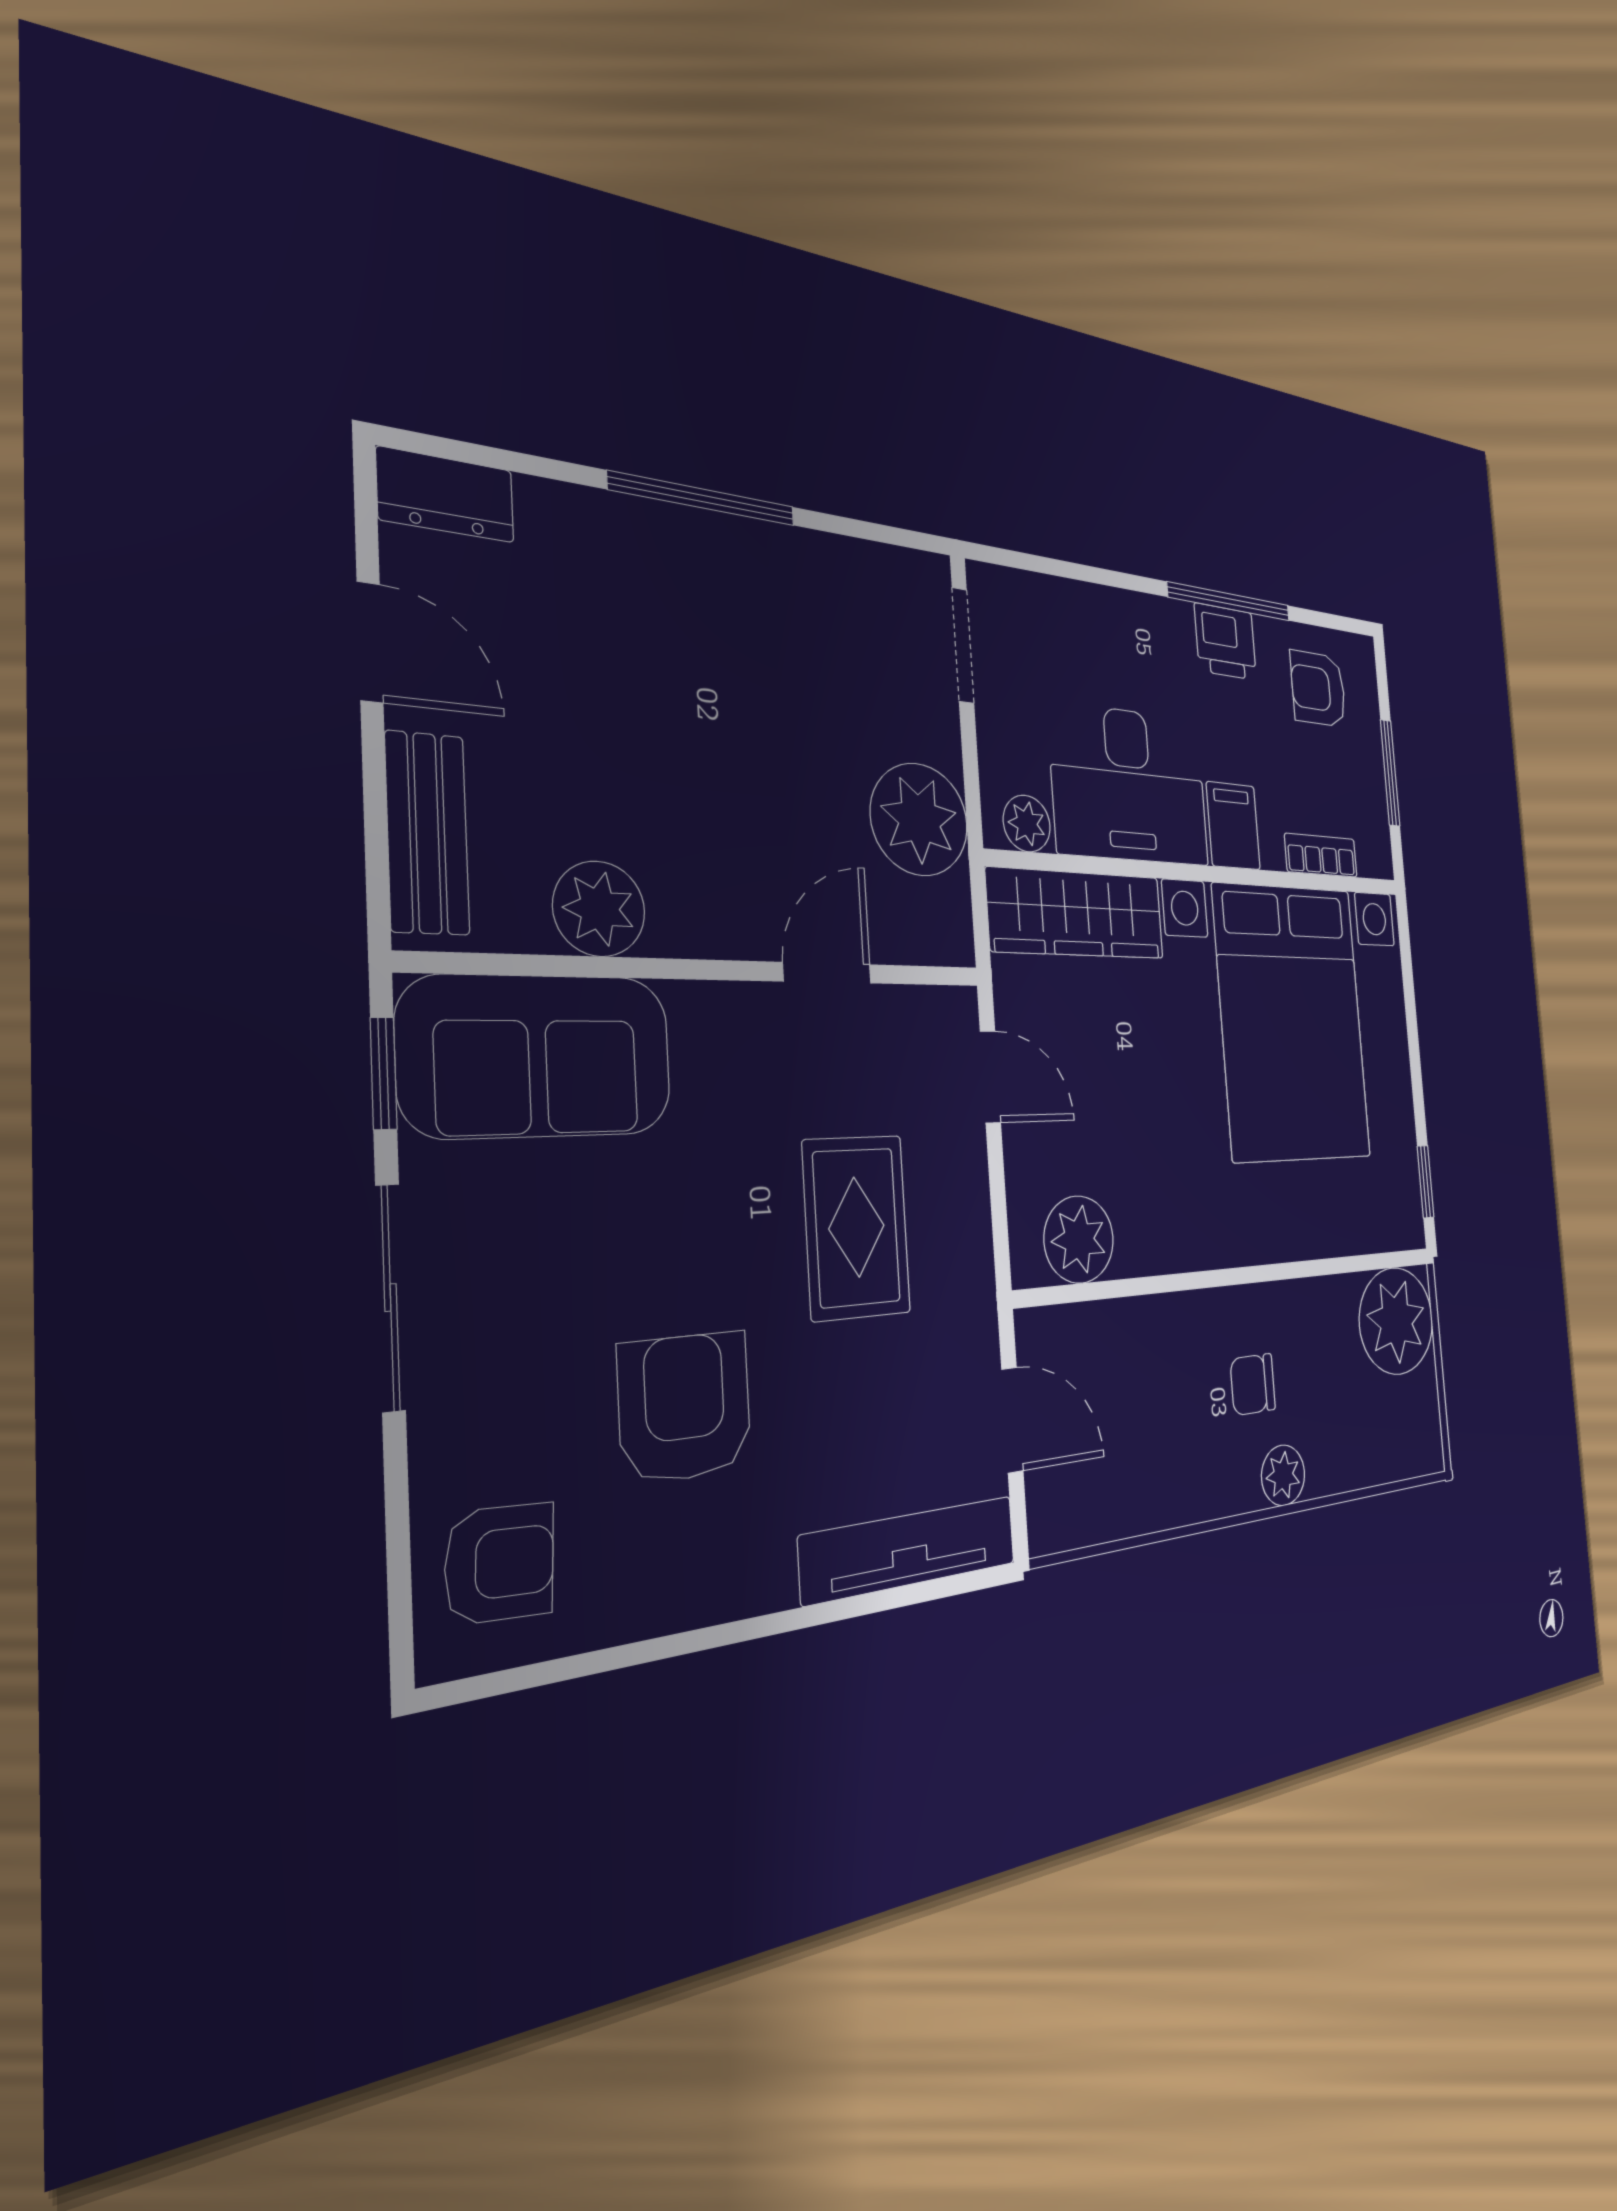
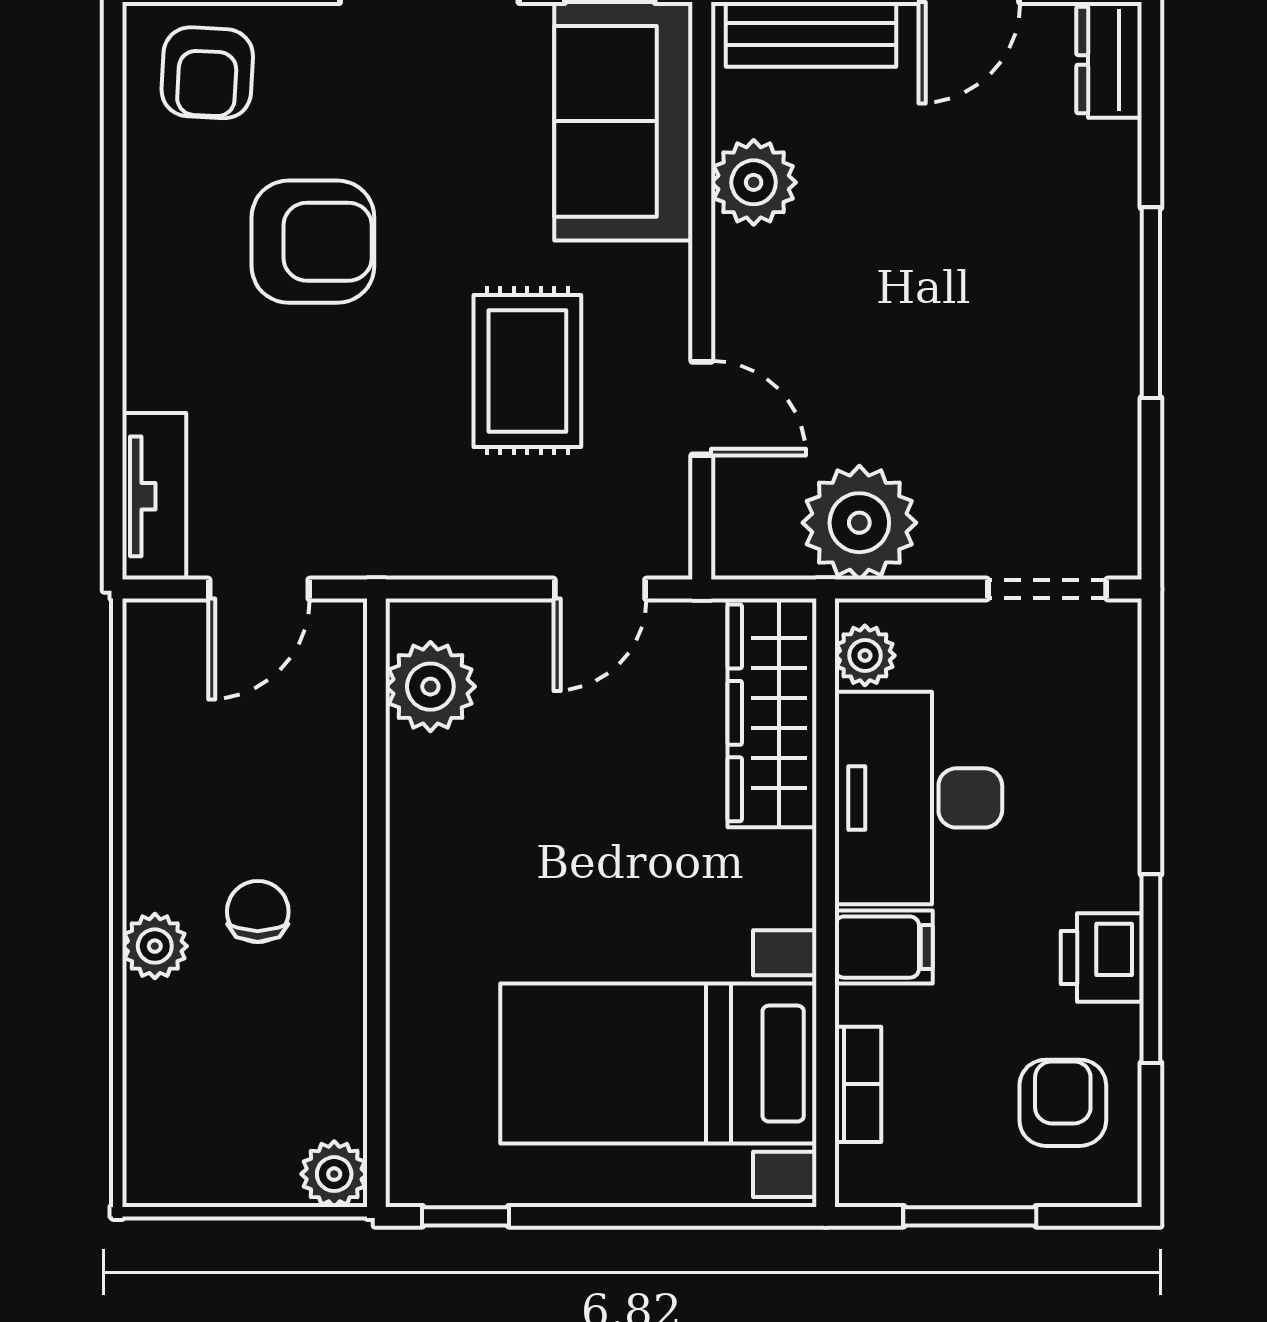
bed with nightstands: (1292, 1022) -> (658, 1064), width x0.73
rug: (857, 1227) -> (527, 371), moved, turned 90
plant: (1396, 1321) -> (334, 1174), width x0.53, depth x0.53
tv unit: (910, 1550) -> (154, 496), width x0.71

